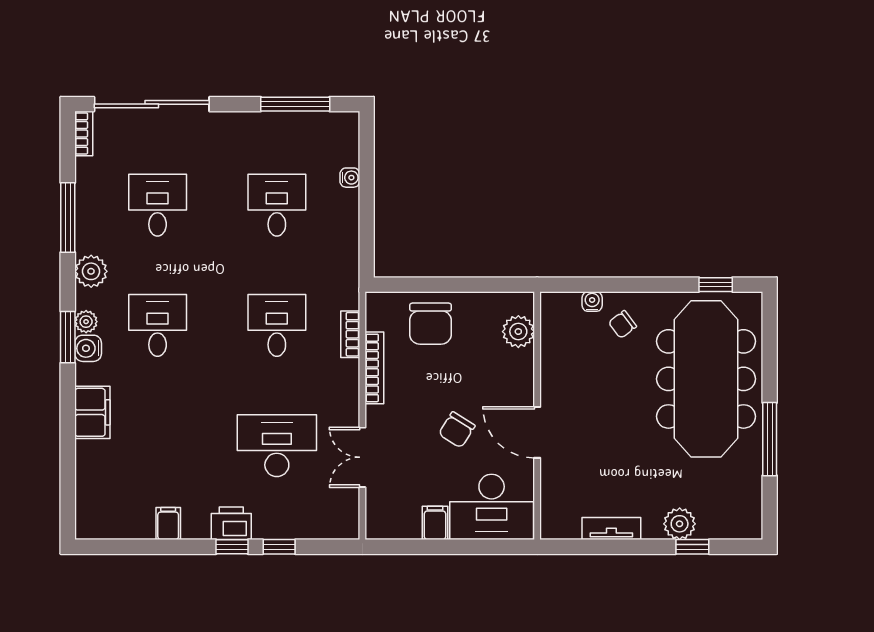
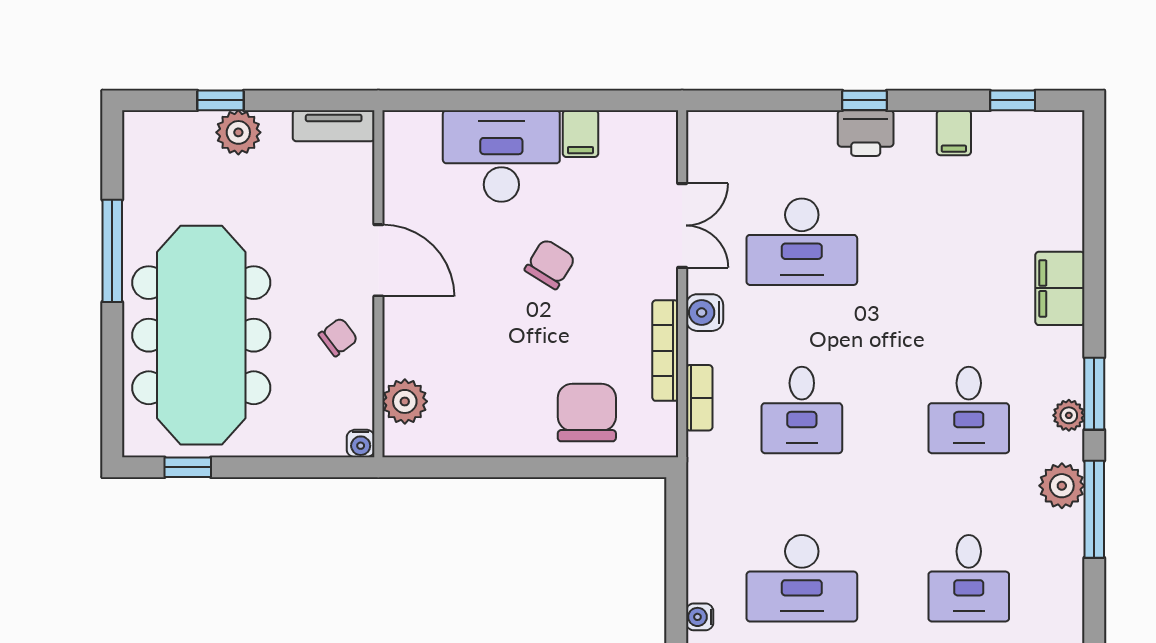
desk: (277, 205) -> (802, 578), width x1.37
window: (68, 217) -> (1094, 509), moved
chair: (622, 324) -> (338, 337), moved
plant: (518, 332) -> (405, 401), moved
water cooler: (88, 348) -> (705, 313), moved, turned 180
wall: (537, 416) -> (378, 284), moved
door: (537, 432) -> (378, 260), moved
window: (279, 547) -> (1013, 100), moved

